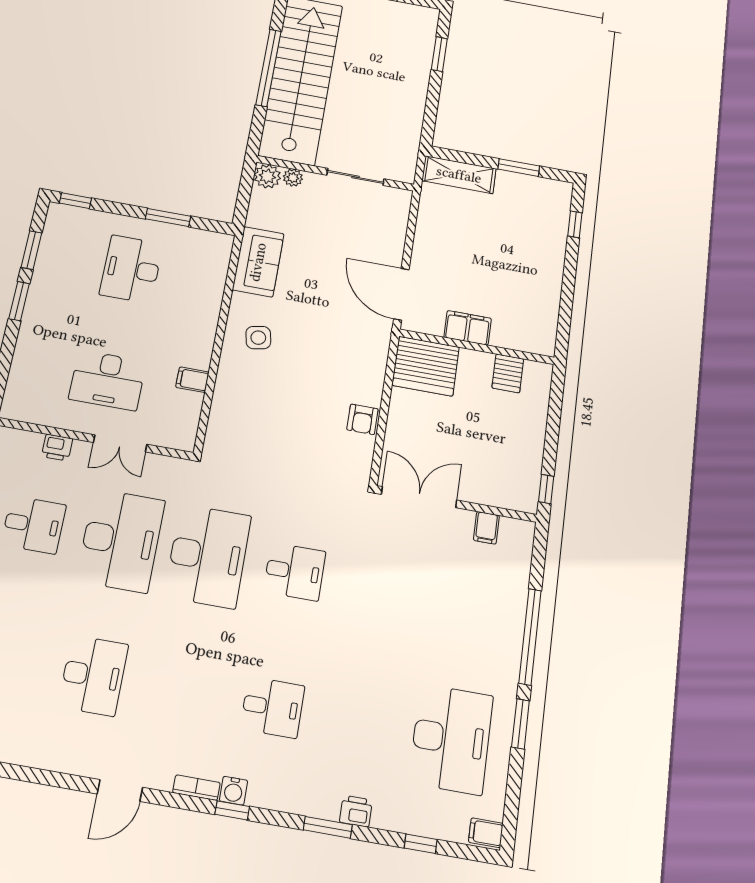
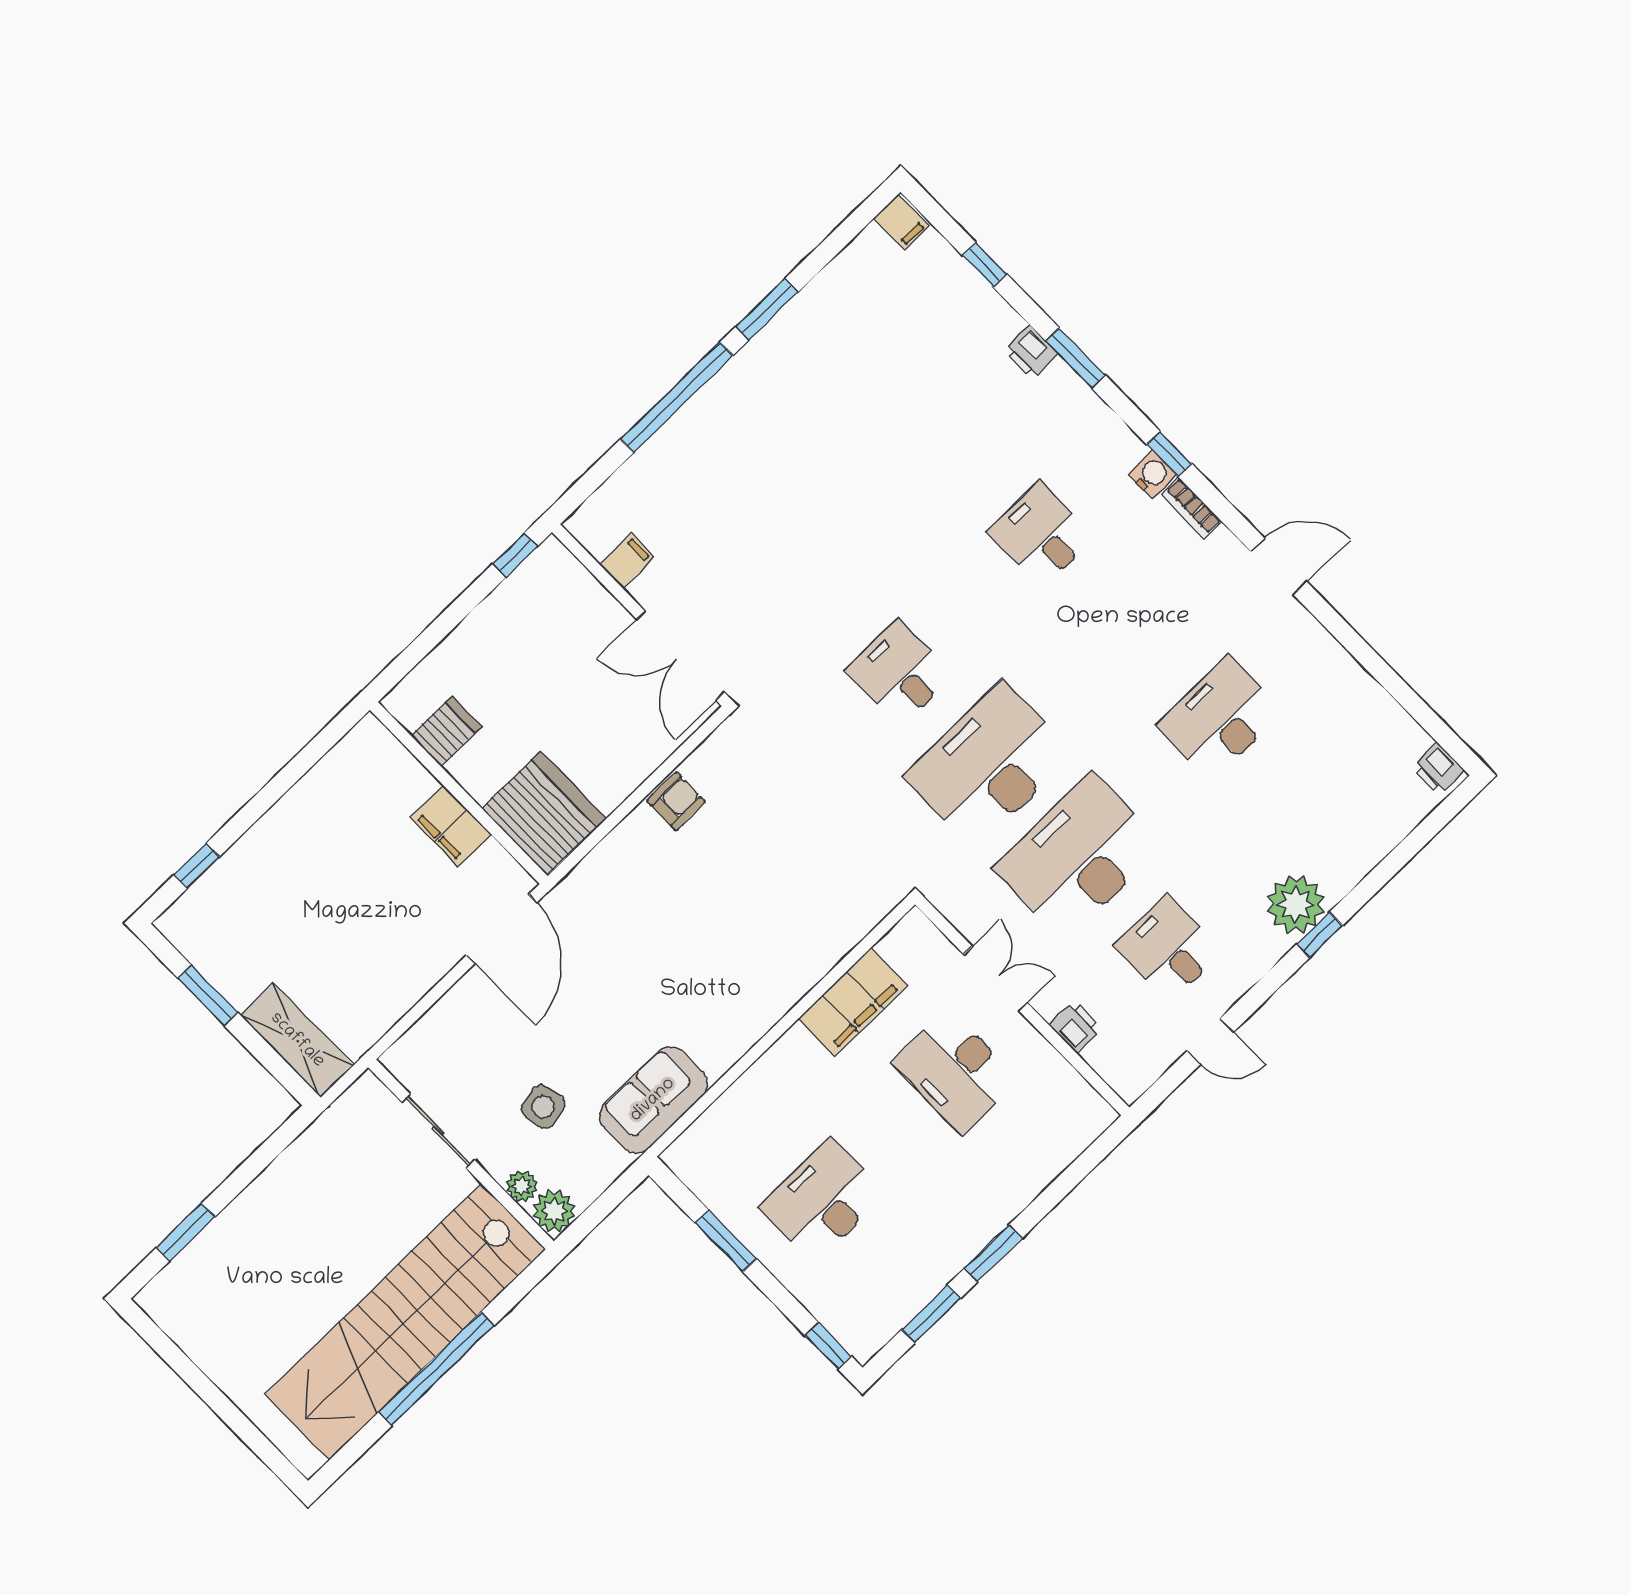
desk: (131, 269) -> (823, 1201), turned 180
side table: (258, 338) -> (543, 1107), moved
desk: (108, 380) -> (955, 1071), turned 180
filing cabinet: (192, 380) -> (853, 1002), width x3.00, depth x1.17
desk: (451, 739) -> (862, 351), removed

